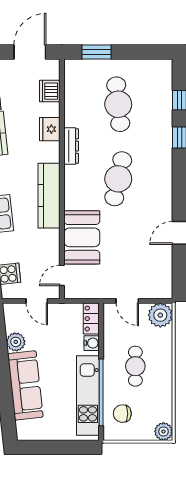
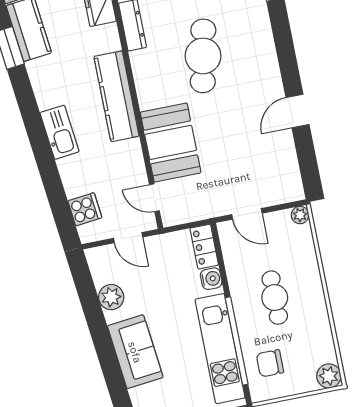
door: (62, 275) -> (154, 198), hinge flipped
plant: (160, 315) -> (300, 215), width x0.53, depth x0.53
sofa: (25, 385) -> (135, 352), width x0.73

